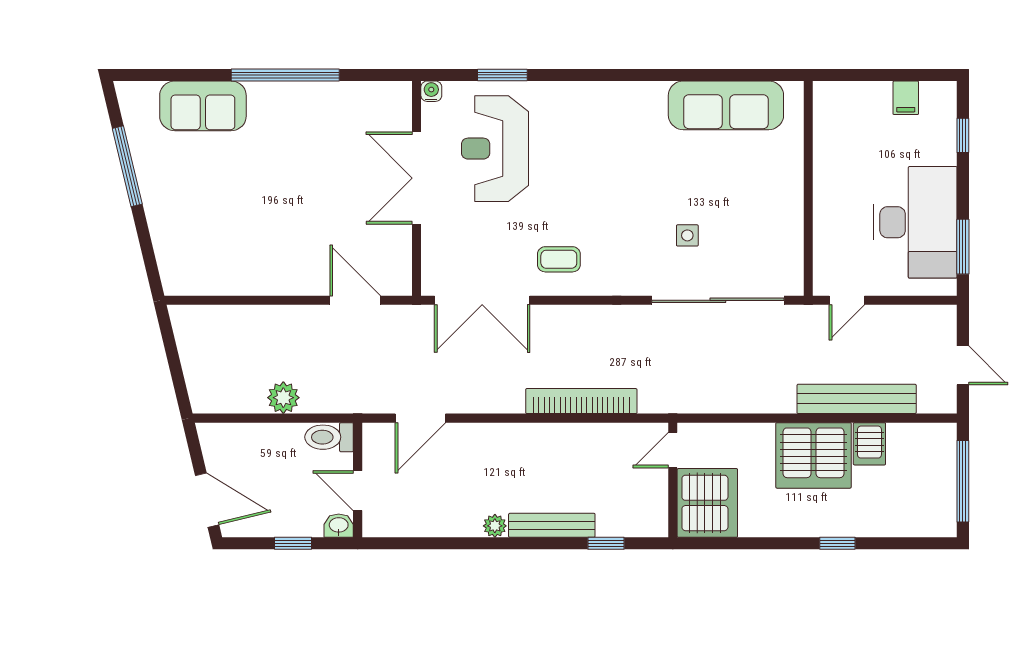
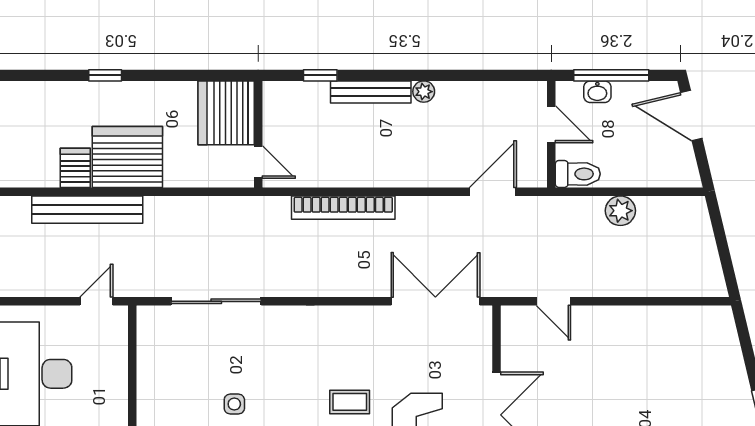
side table: (687, 235) -> (234, 404), moved
coffee table: (559, 259) -> (350, 402), moved
door: (355, 300) -> (553, 301), width x0.73
sliding door: (718, 300) -> (216, 301), width x0.73
door: (673, 450) -> (258, 162), hinge flipped
washbasin: (339, 526) -> (597, 92), moved
window: (293, 543) -> (611, 75), width x2.17

